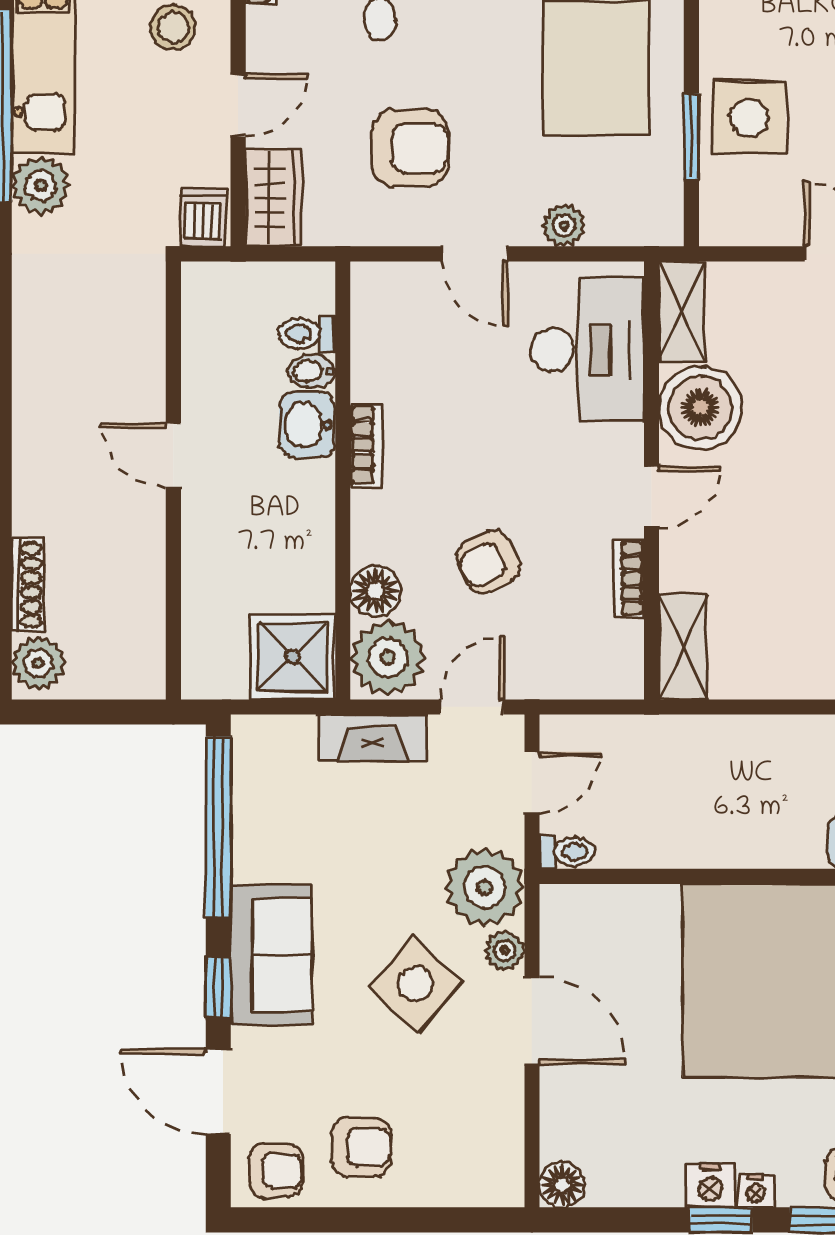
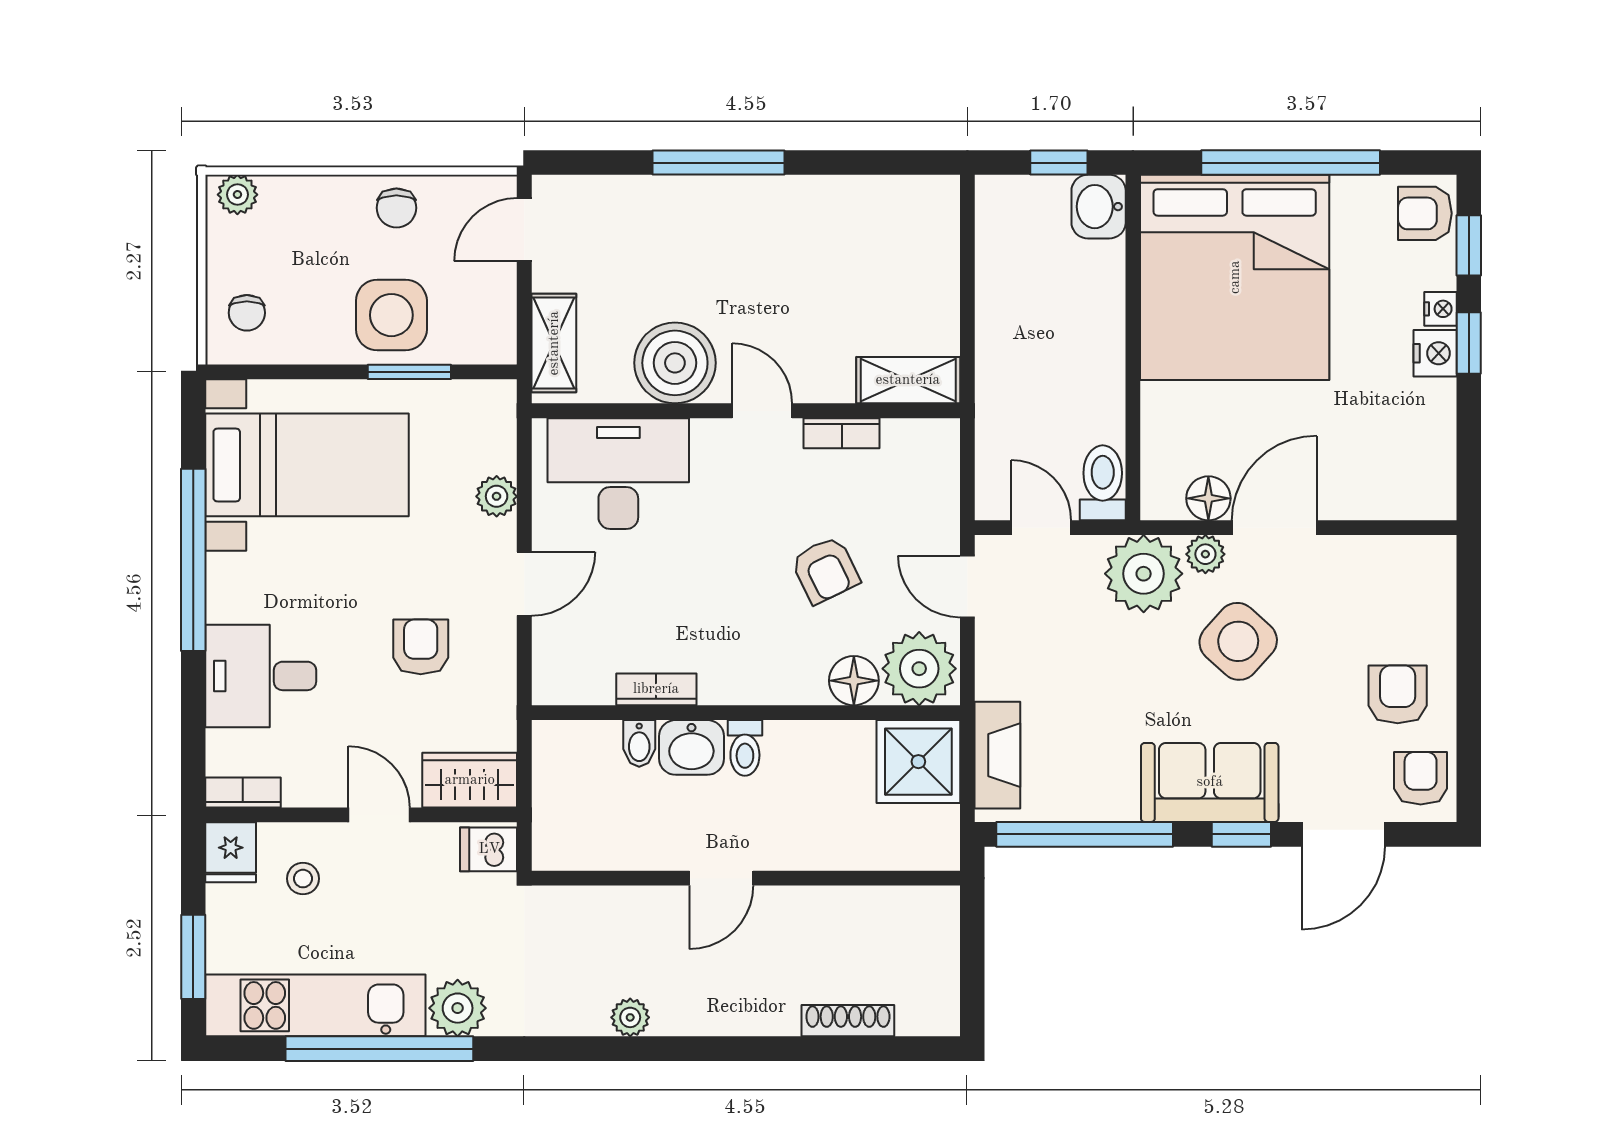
stool: (173, 27) -> (303, 879), width x0.73, depth x0.73
armchair: (410, 148) -> (421, 647), width x0.72, depth x0.72
shelving: (682, 312) -> (554, 343), moved, turned 90
toilet: (307, 334) -> (745, 748), moved
bookcase: (367, 445) -> (656, 689), moved
plant: (38, 663) -> (630, 1017), moved, width x0.73, depth x0.73
fireplace: (373, 738) -> (997, 755), moved
toilet: (567, 852) -> (1103, 483), width x1.37, depth x1.39
floor lamp: (562, 1185) -> (1208, 498), moved

